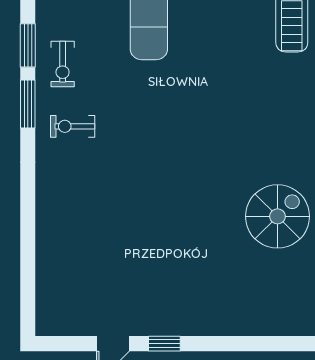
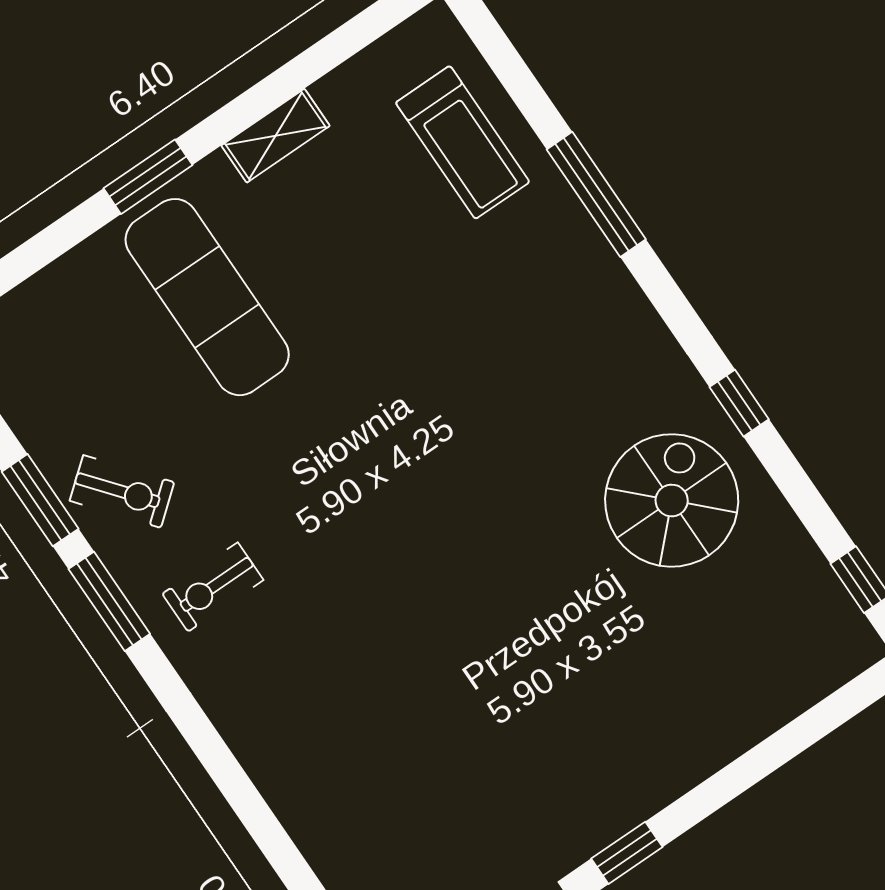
exercise bike: (63, 64) -> (122, 492), turned -39

